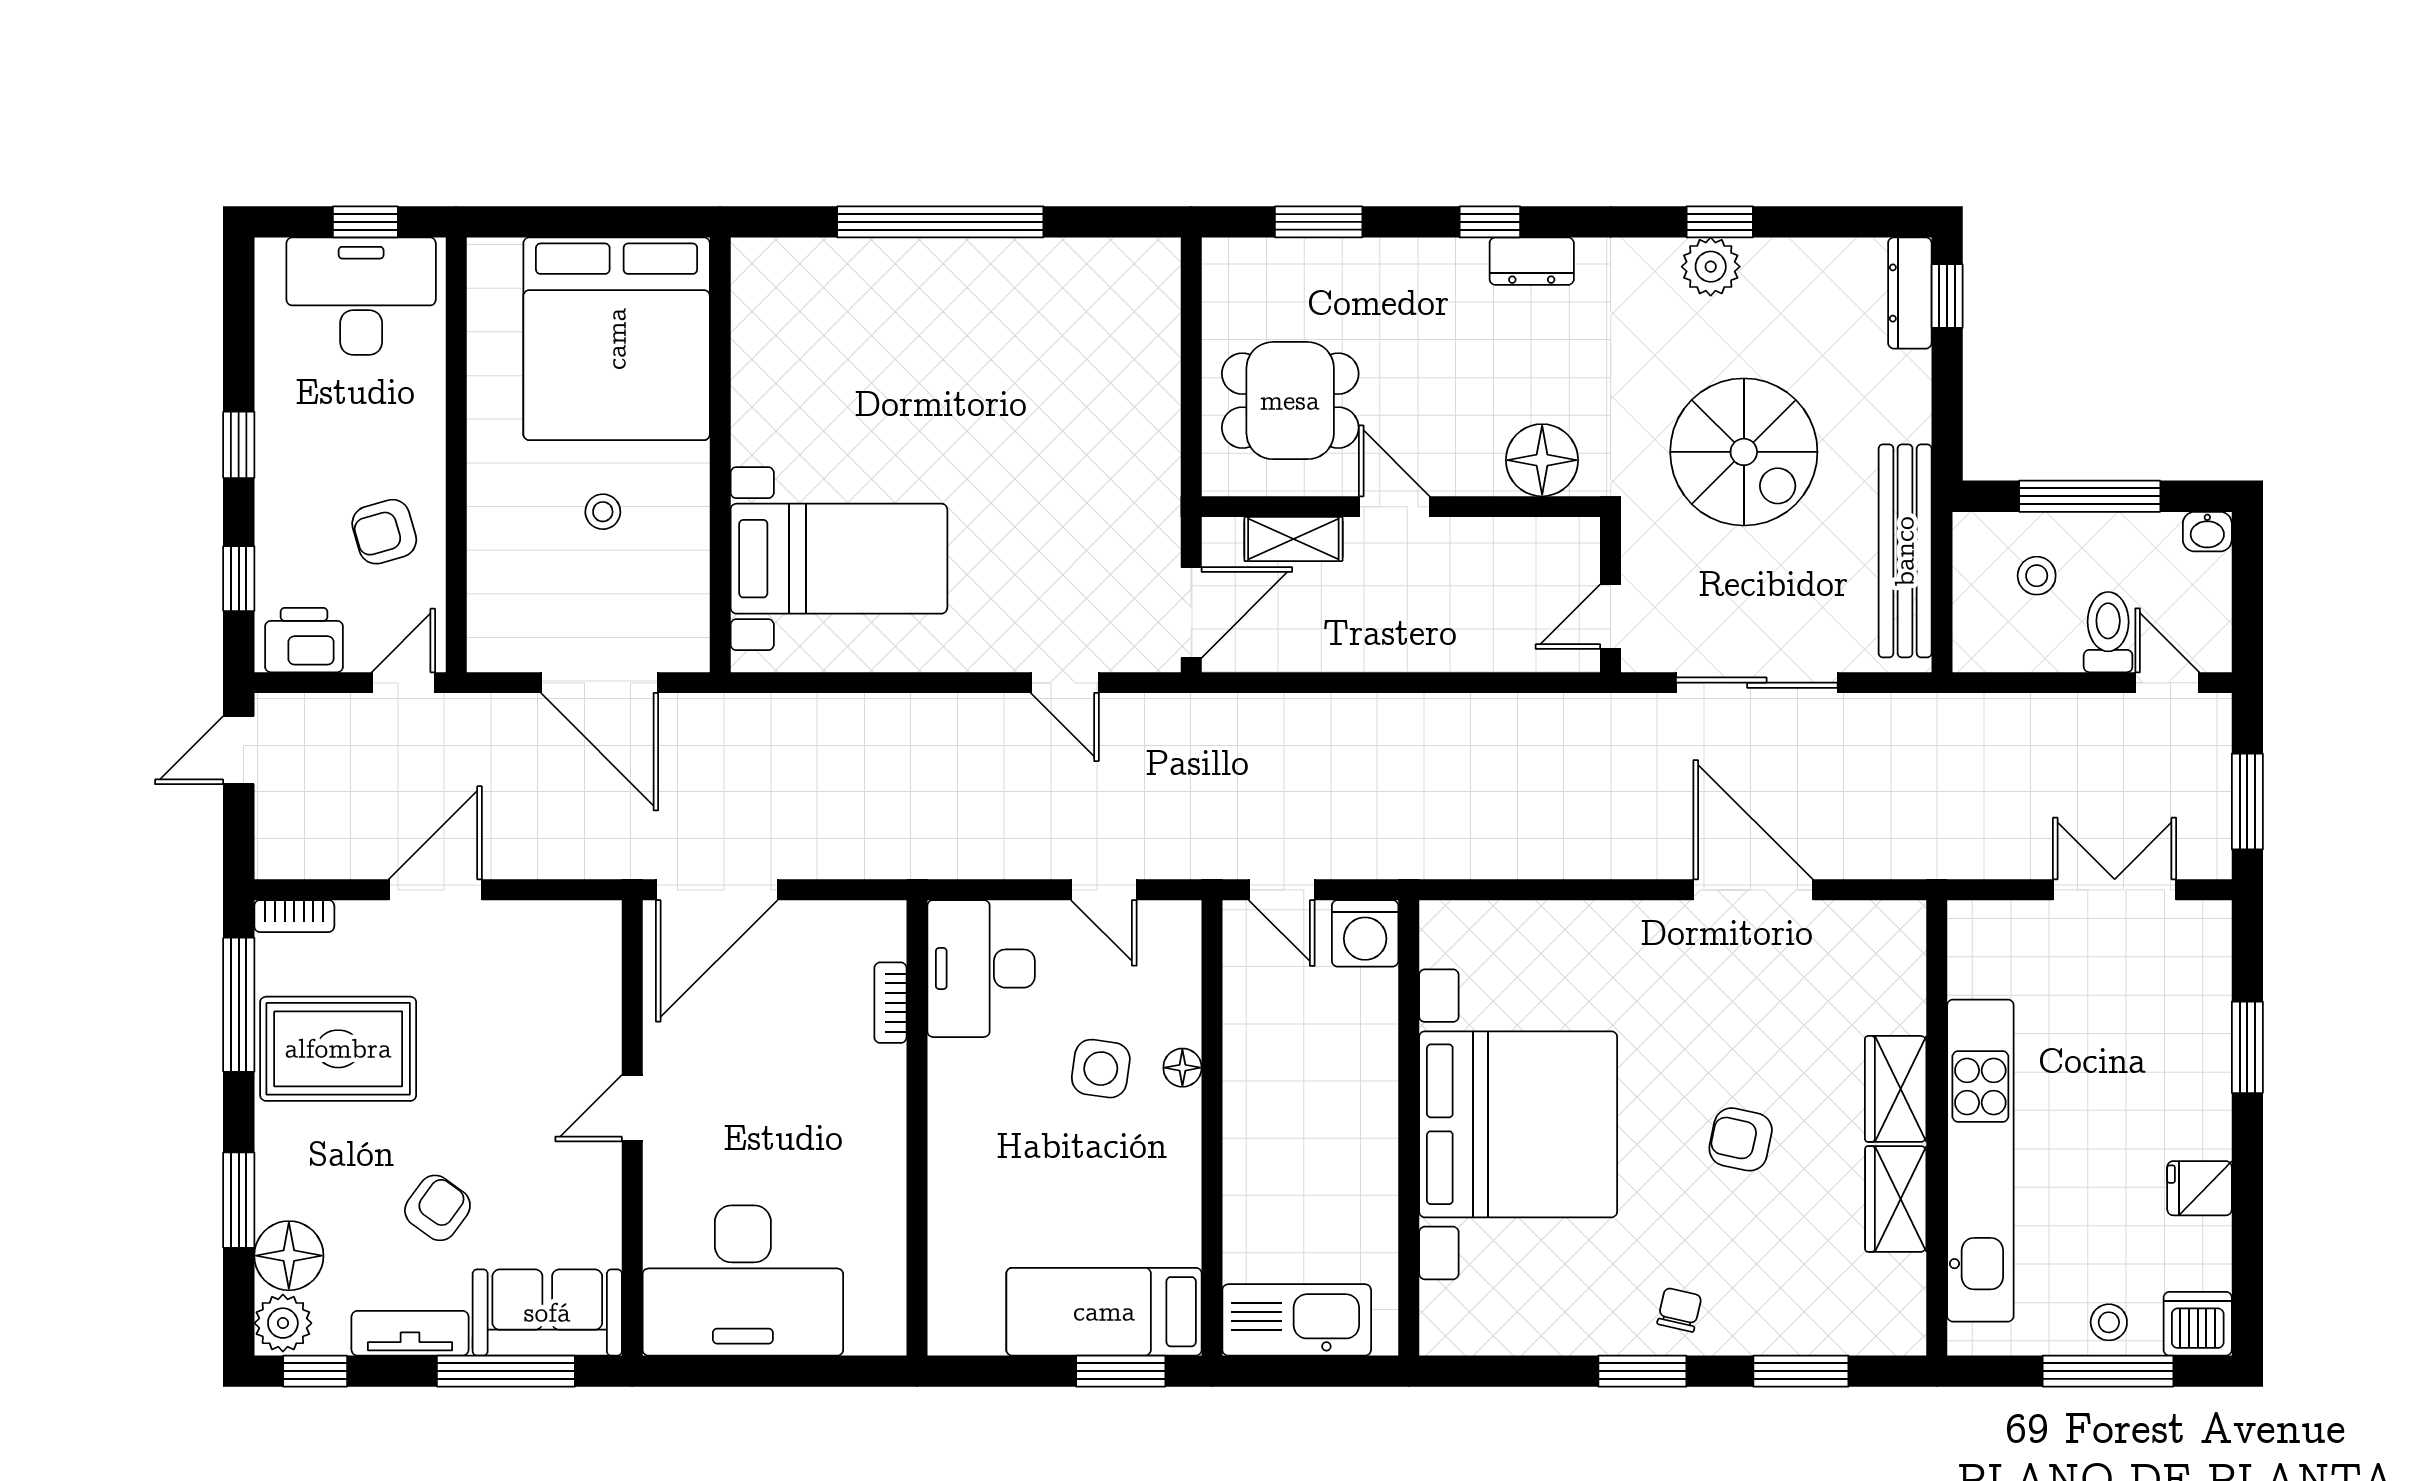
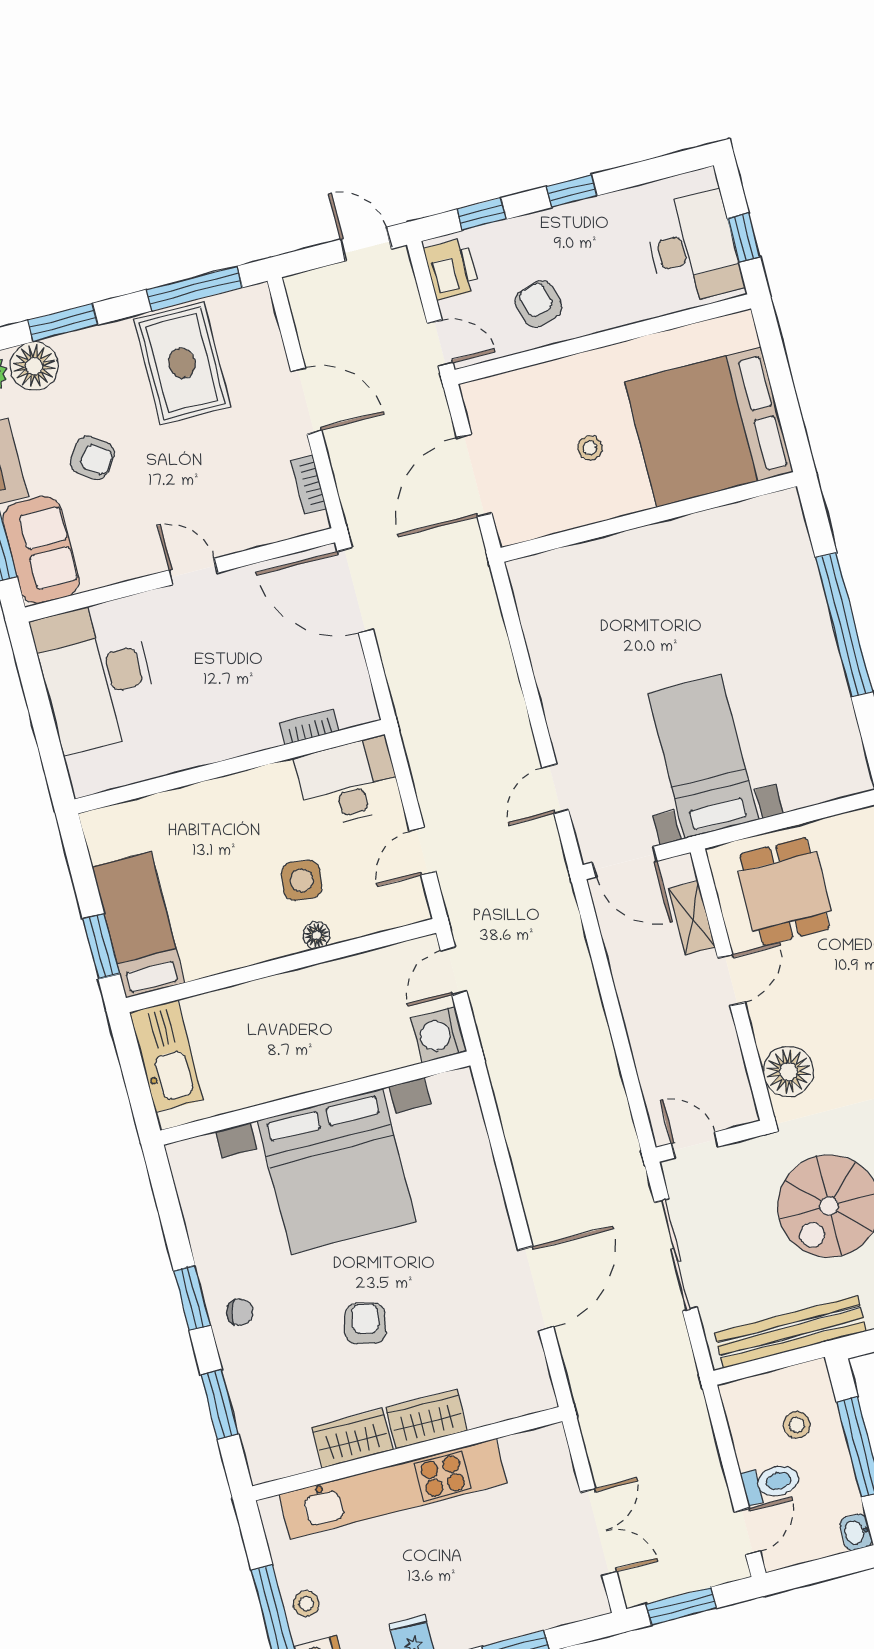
bed with nightstands: (839, 559) -> (703, 756), moved, turned 180
bookcase: (294, 916) -> (309, 484), moved

